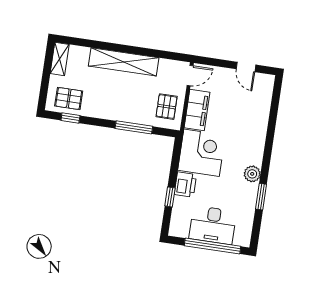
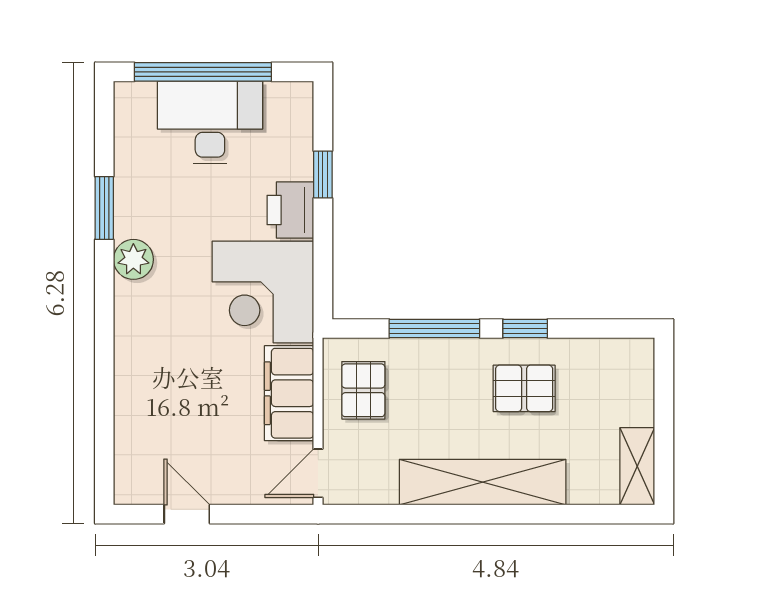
pallet: (69, 98) -> (524, 388), moved
window: (70, 118) -> (525, 329), moved

